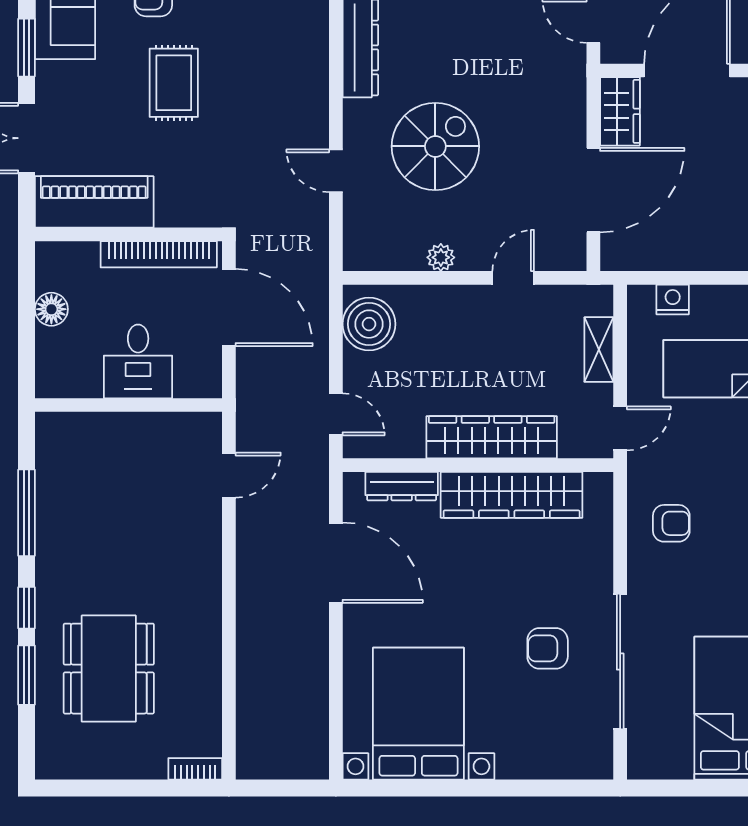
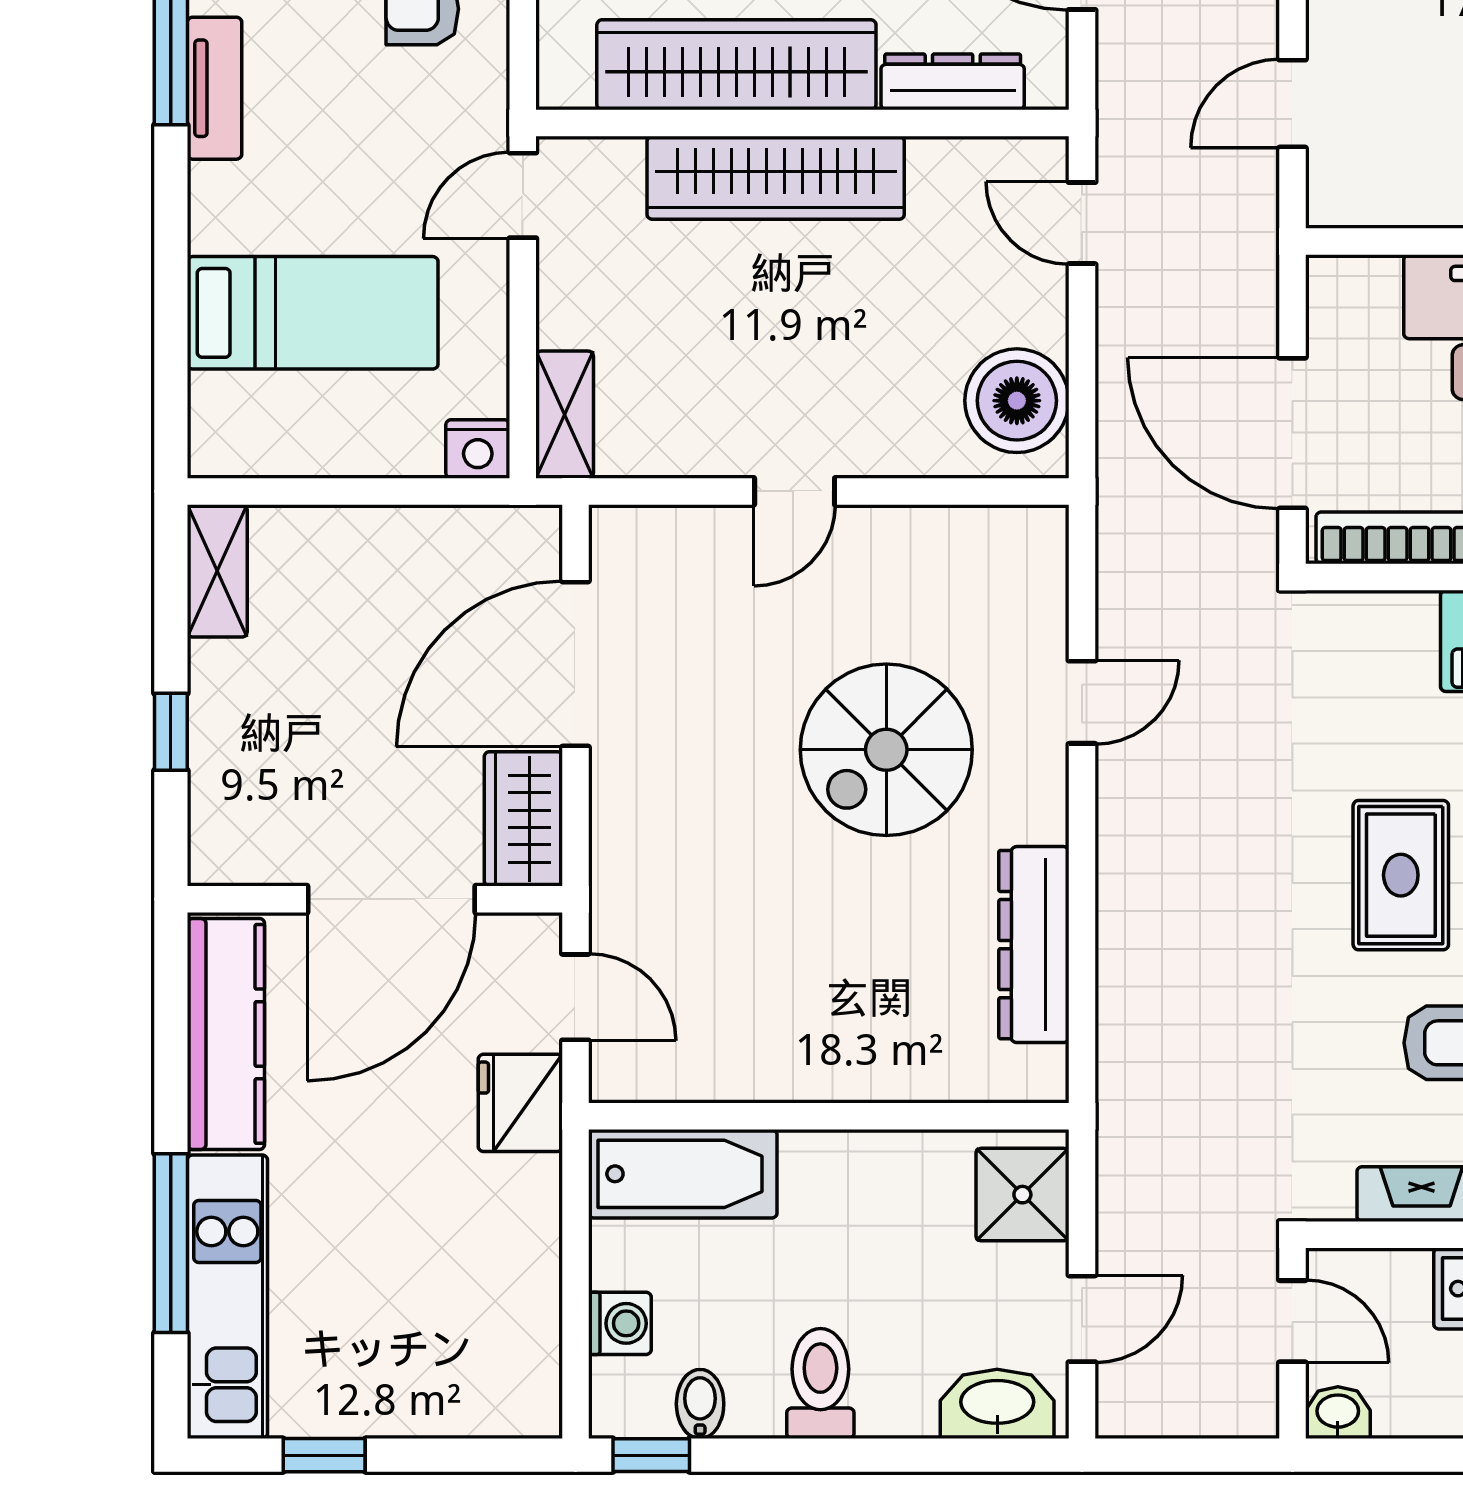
door: (336, 171) -> (1082, 702), hinge flipped
plant: (441, 257) -> (876, 532), removed
door: (513, 278) -> (795, 491), moved
nightstand: (673, 299) -> (478, 449), moved
shelving: (599, 350) -> (565, 415), moved

